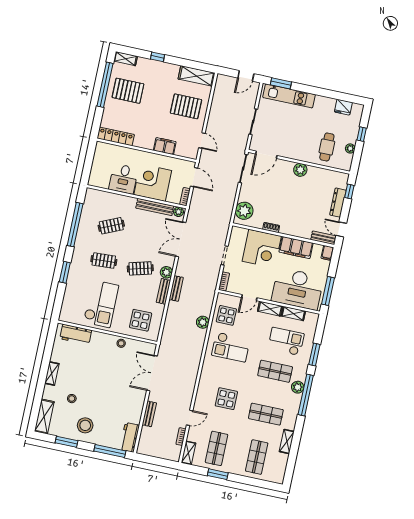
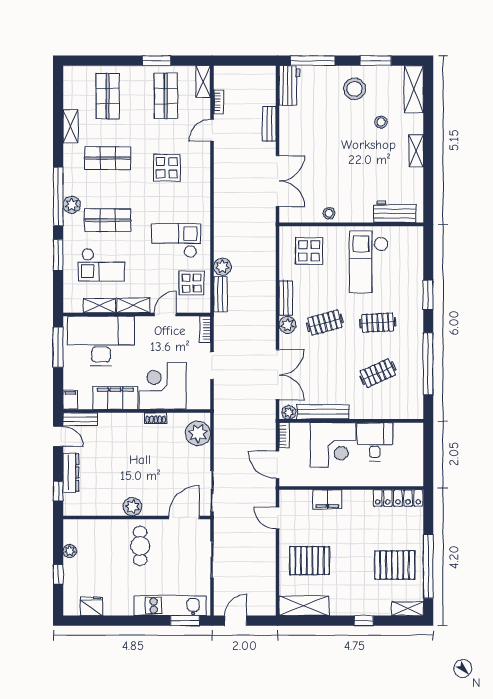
cafe table: (327, 147) -> (140, 546), moved
bench: (176, 288) -> (220, 294), moved

